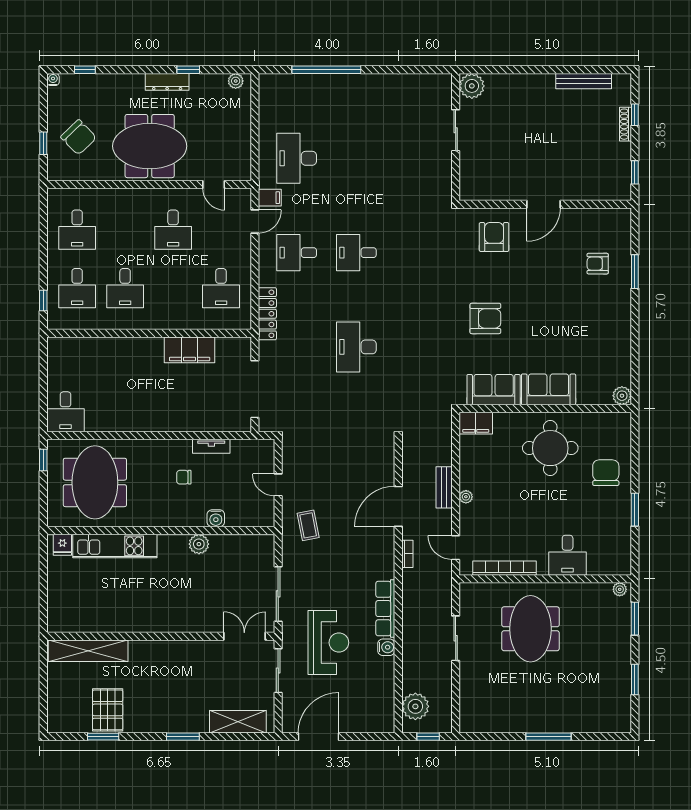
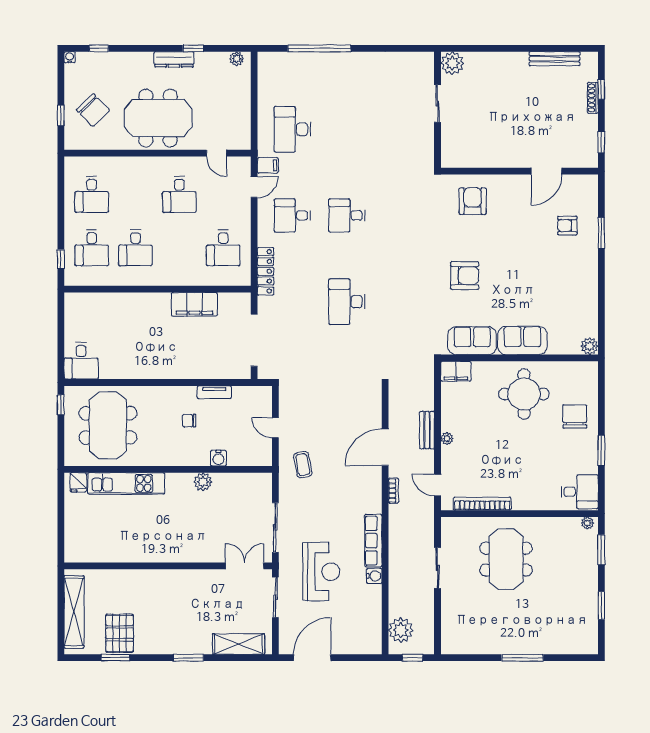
door: (543, 204) -> (547, 171), moved
desk: (568, 555) -> (580, 492), moved, turned -90
shelving: (88, 651) -> (74, 612), moved, turned 90

